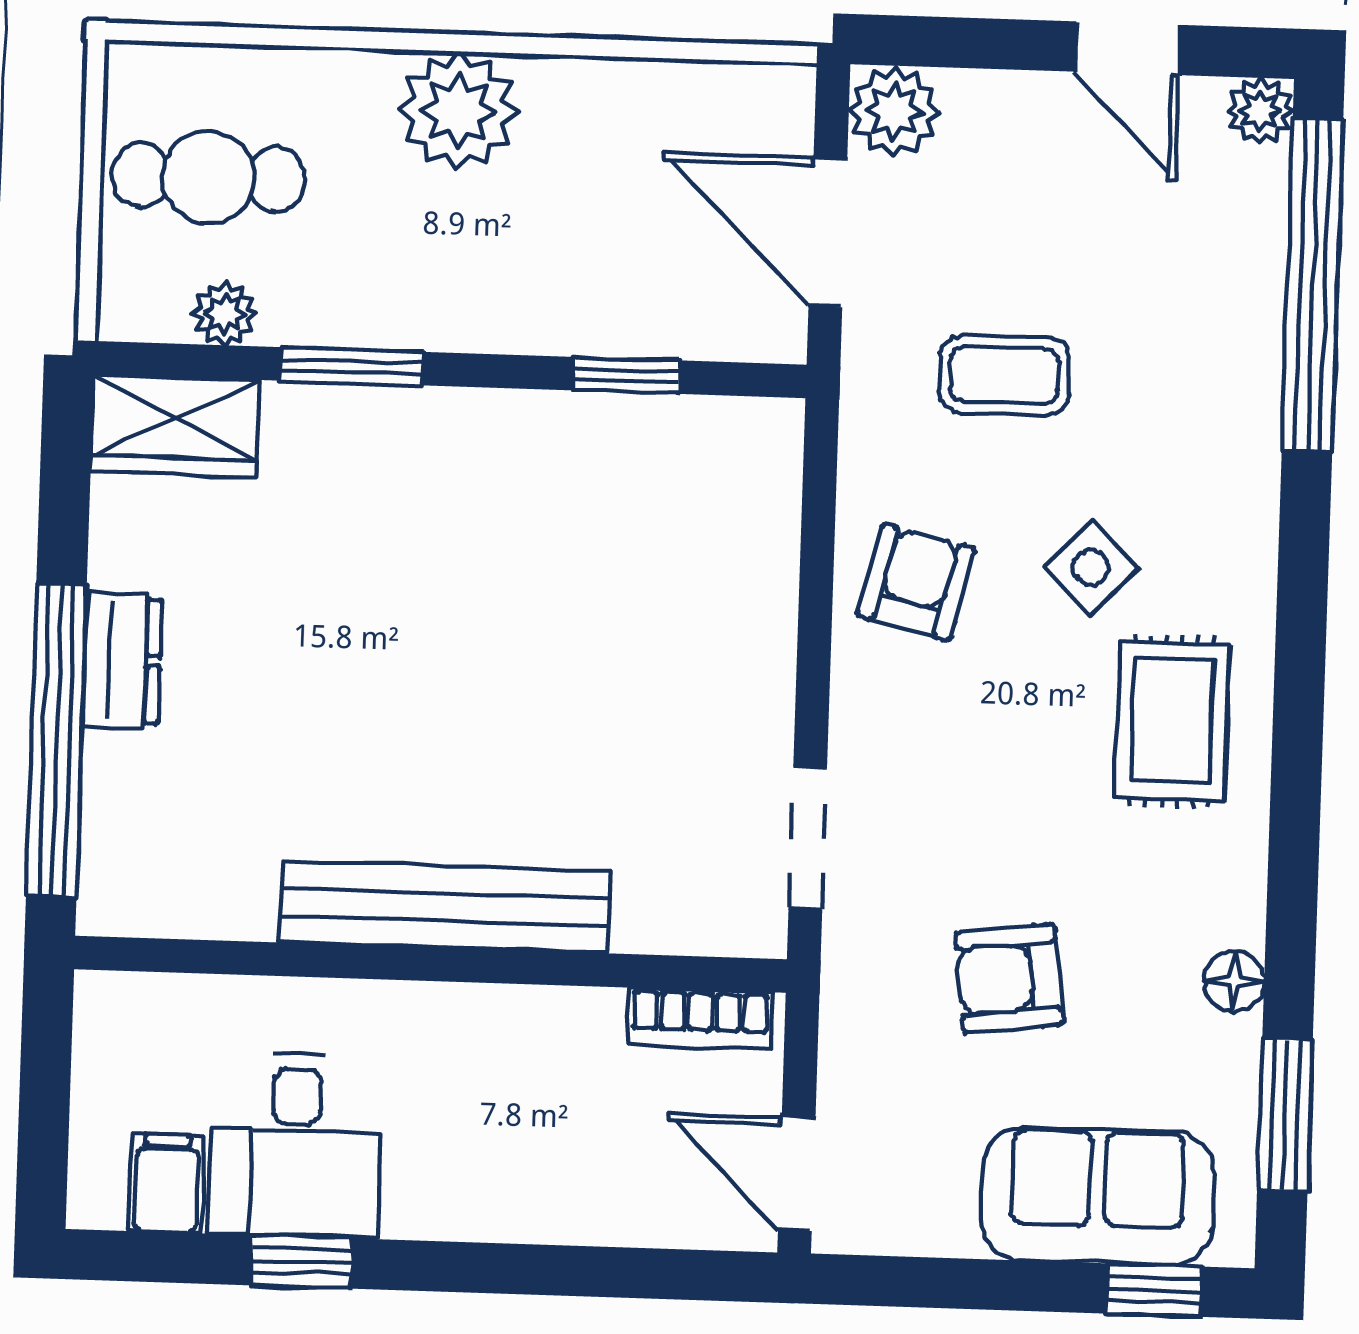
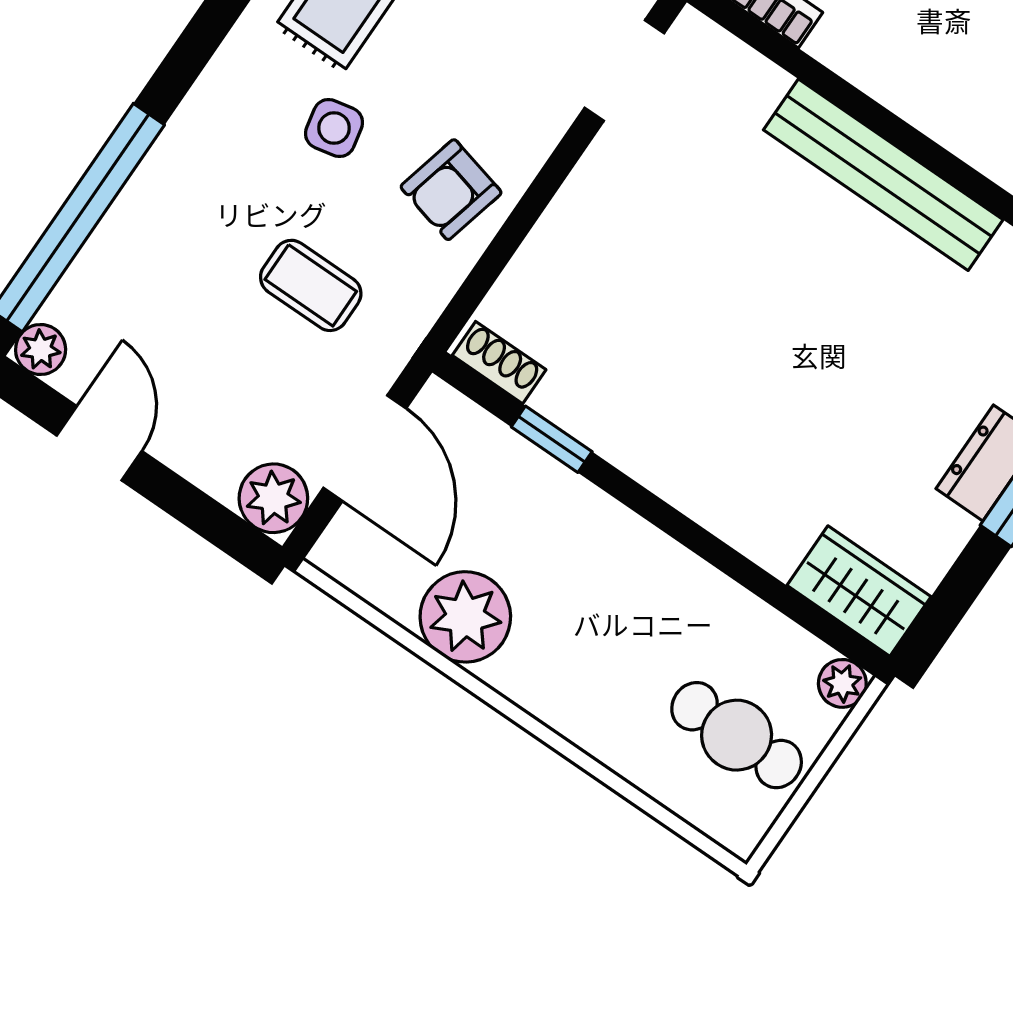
plant: (458, 111) -> (465, 617), moved
plant: (225, 314) -> (842, 683), moved
window: (351, 366) -> (723, 557), removed
shoe rack: (739, 423) -> (499, 363), added
side table: (1091, 567) -> (334, 128), turned 34

